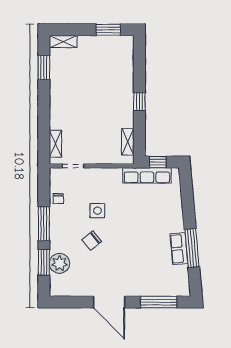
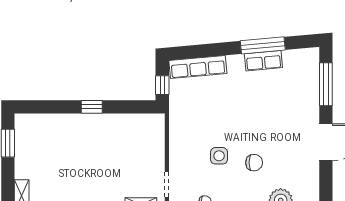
shelving: (128, 142) -> (139, 120), removed
row of seats: (147, 175) -> (198, 67), moved, turned 85
chair: (92, 241) -> (254, 163), turned -51

